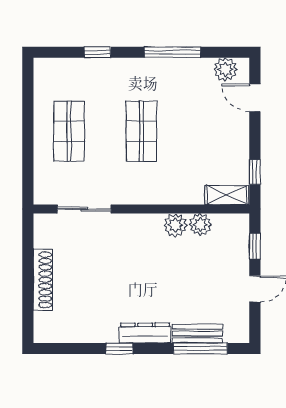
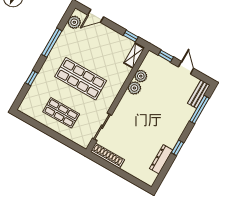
shop shelf: (141, 131) -> (81, 79), width x1.43, depth x1.36
shoe rack: (43, 280) -> (107, 156), moved
dresser: (145, 333) -> (161, 159), moved
bench: (198, 333) -> (199, 94), moved

